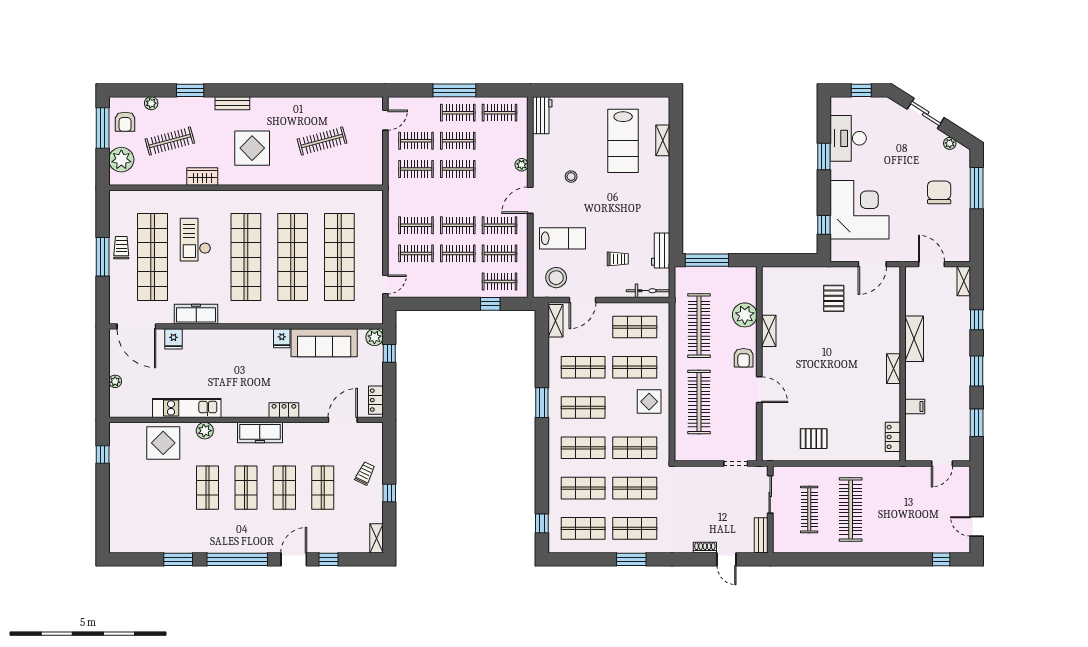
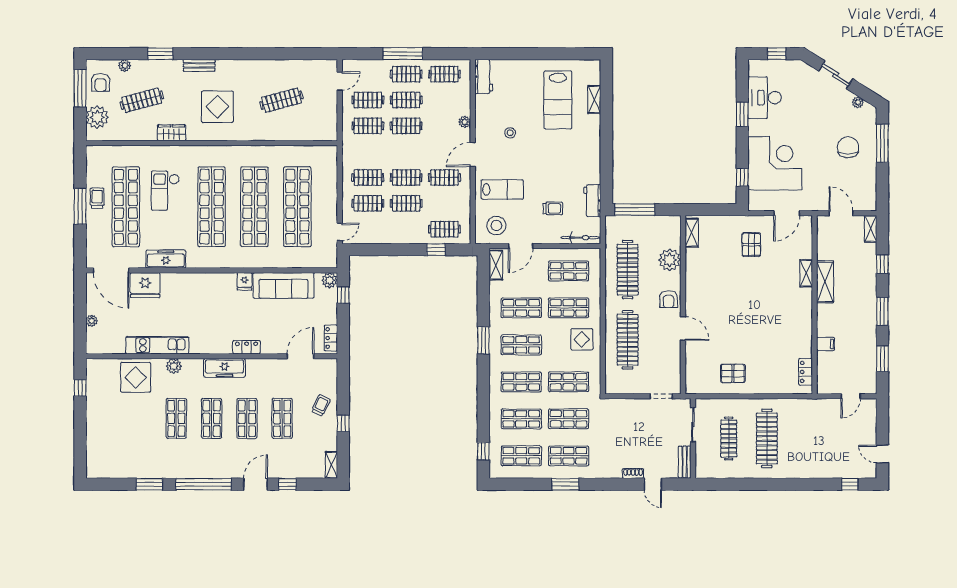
clothes rail: (500, 253) -> (444, 203), removed
shelving: (769, 331) -> (692, 233), moved
fridge: (174, 339) -> (145, 285), width x1.88, depth x1.34
shelving: (893, 369) -> (806, 273), moved

